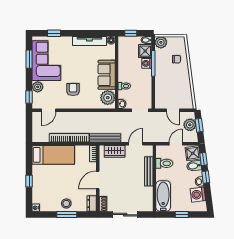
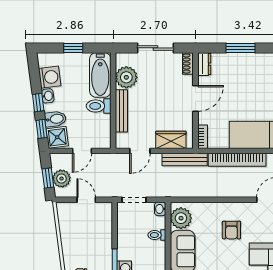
toilet: (164, 163) -> (99, 106), moved
plant: (145, 194) -> (126, 77), added
stool: (66, 204) -> (241, 64), removed

